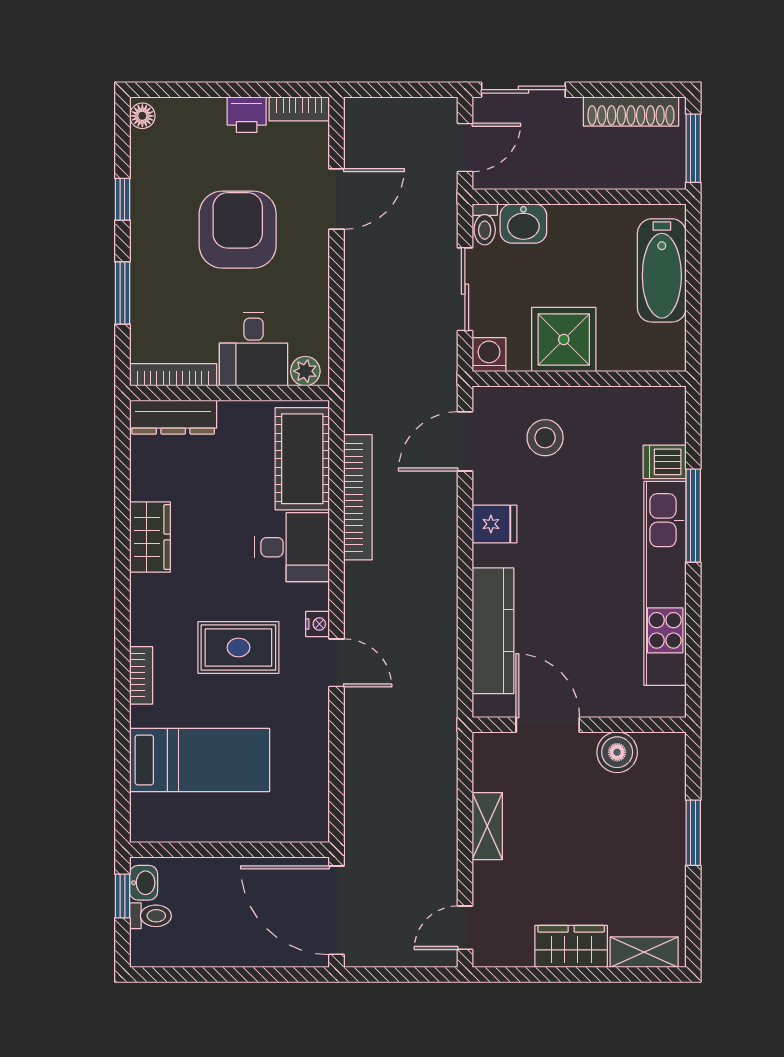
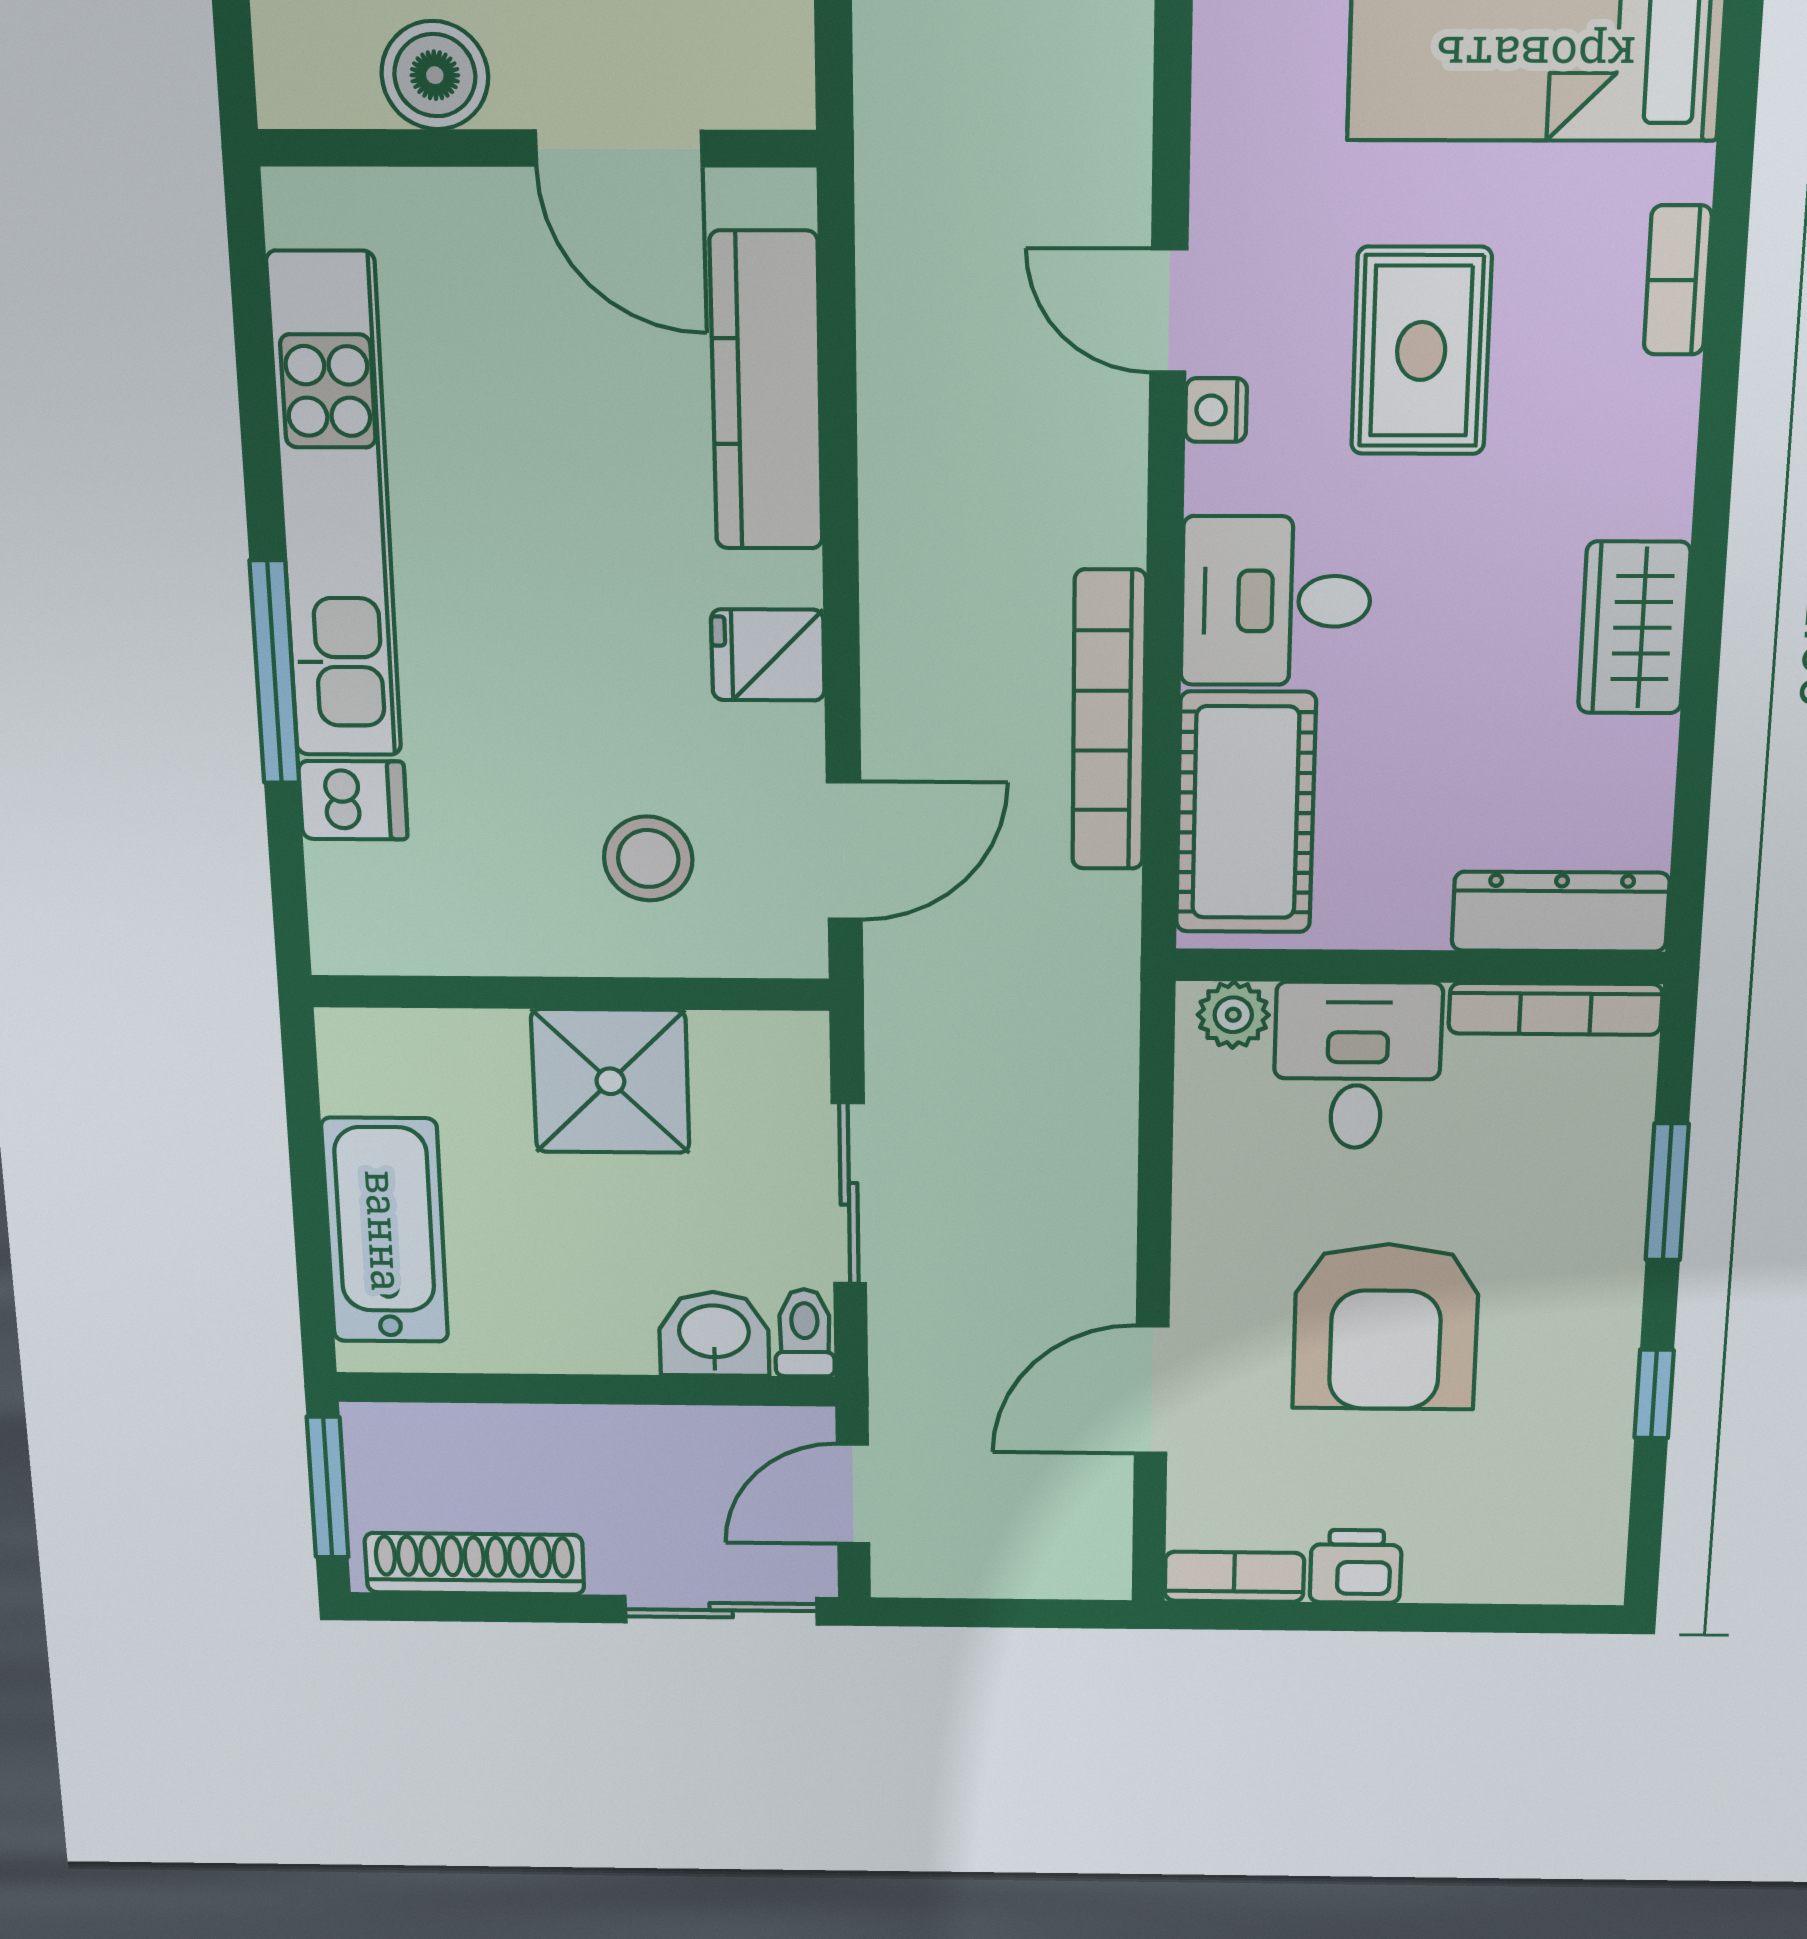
floor lamp: (142, 116) -> (1597, 1566), removed
washing machine: (489, 355) -> (789, 1049), removed
rug: (238, 647) -> (1421, 351), turned 90

